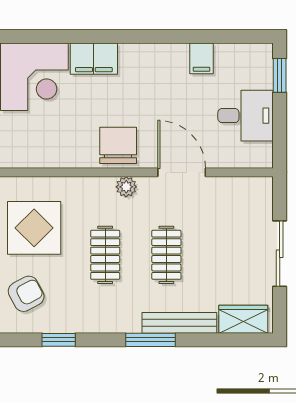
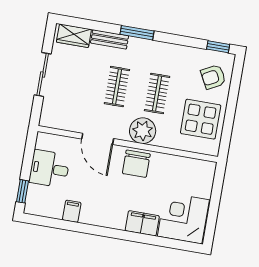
plant: (126, 187) -> (143, 131), width x1.88, depth x1.88
bench: (179, 323) -> (110, 39), width x0.73
window: (59, 340) -> (218, 47), moved

